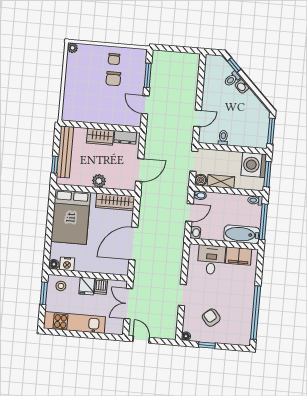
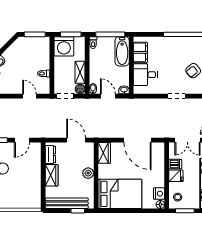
wardrobe: (115, 202) -> (104, 153), width x0.67

